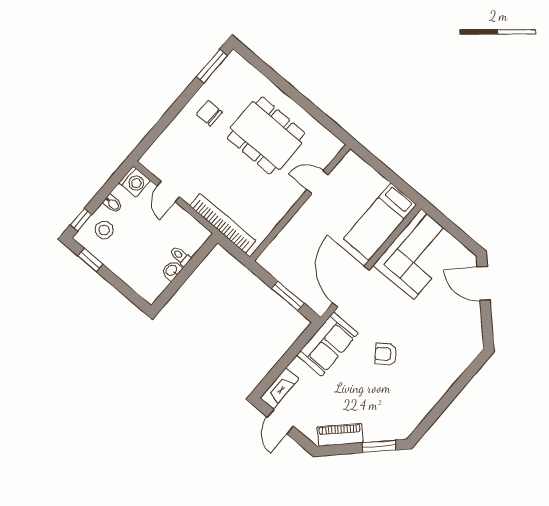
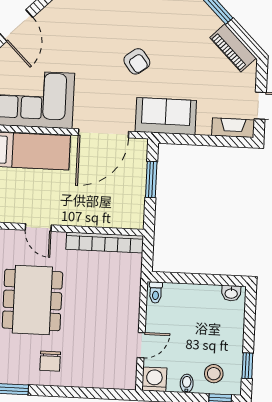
bookcase: (223, 223) -> (105, 242), moved, turned -90
toilet: (180, 256) -> (156, 292), moved
washbasin: (172, 271) -> (231, 293), moved

